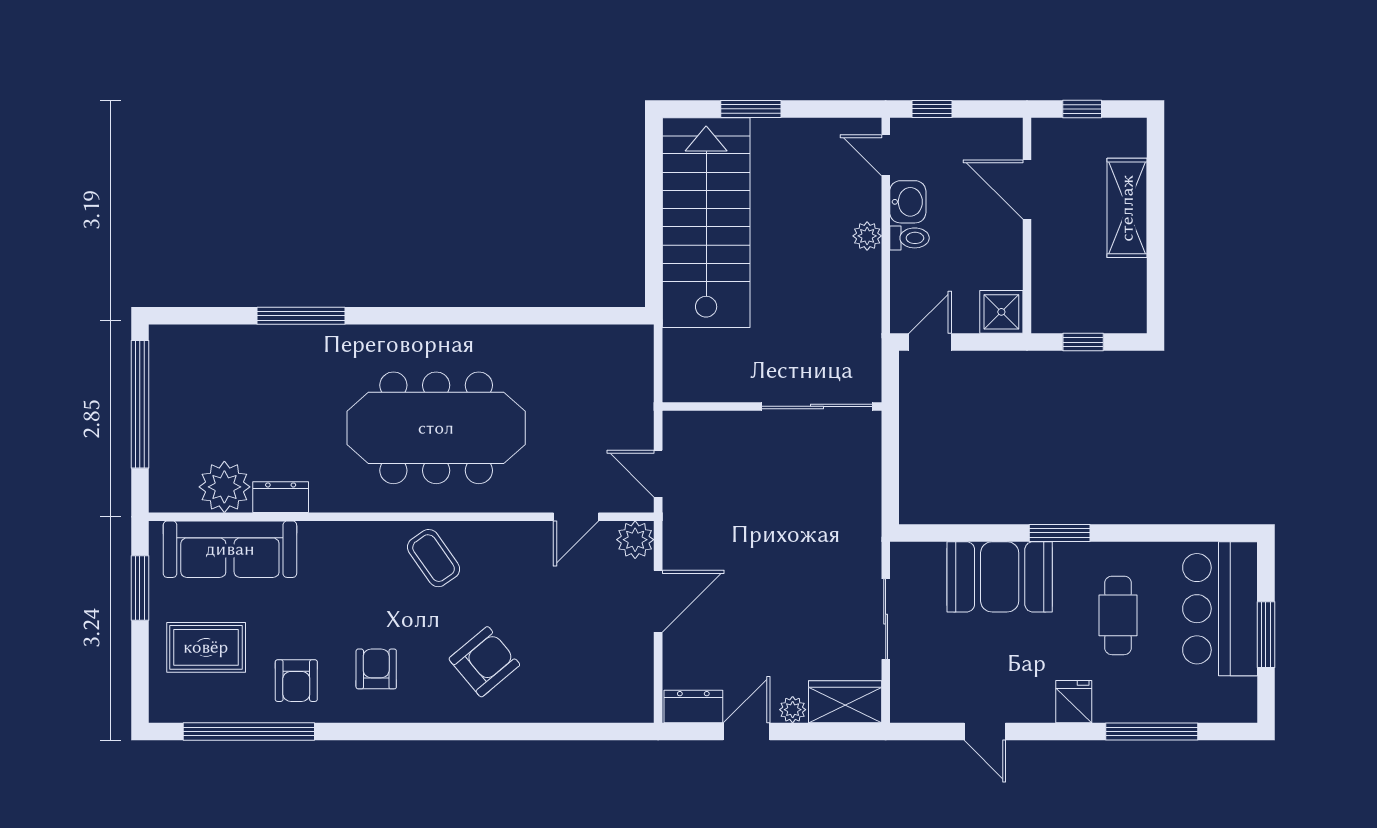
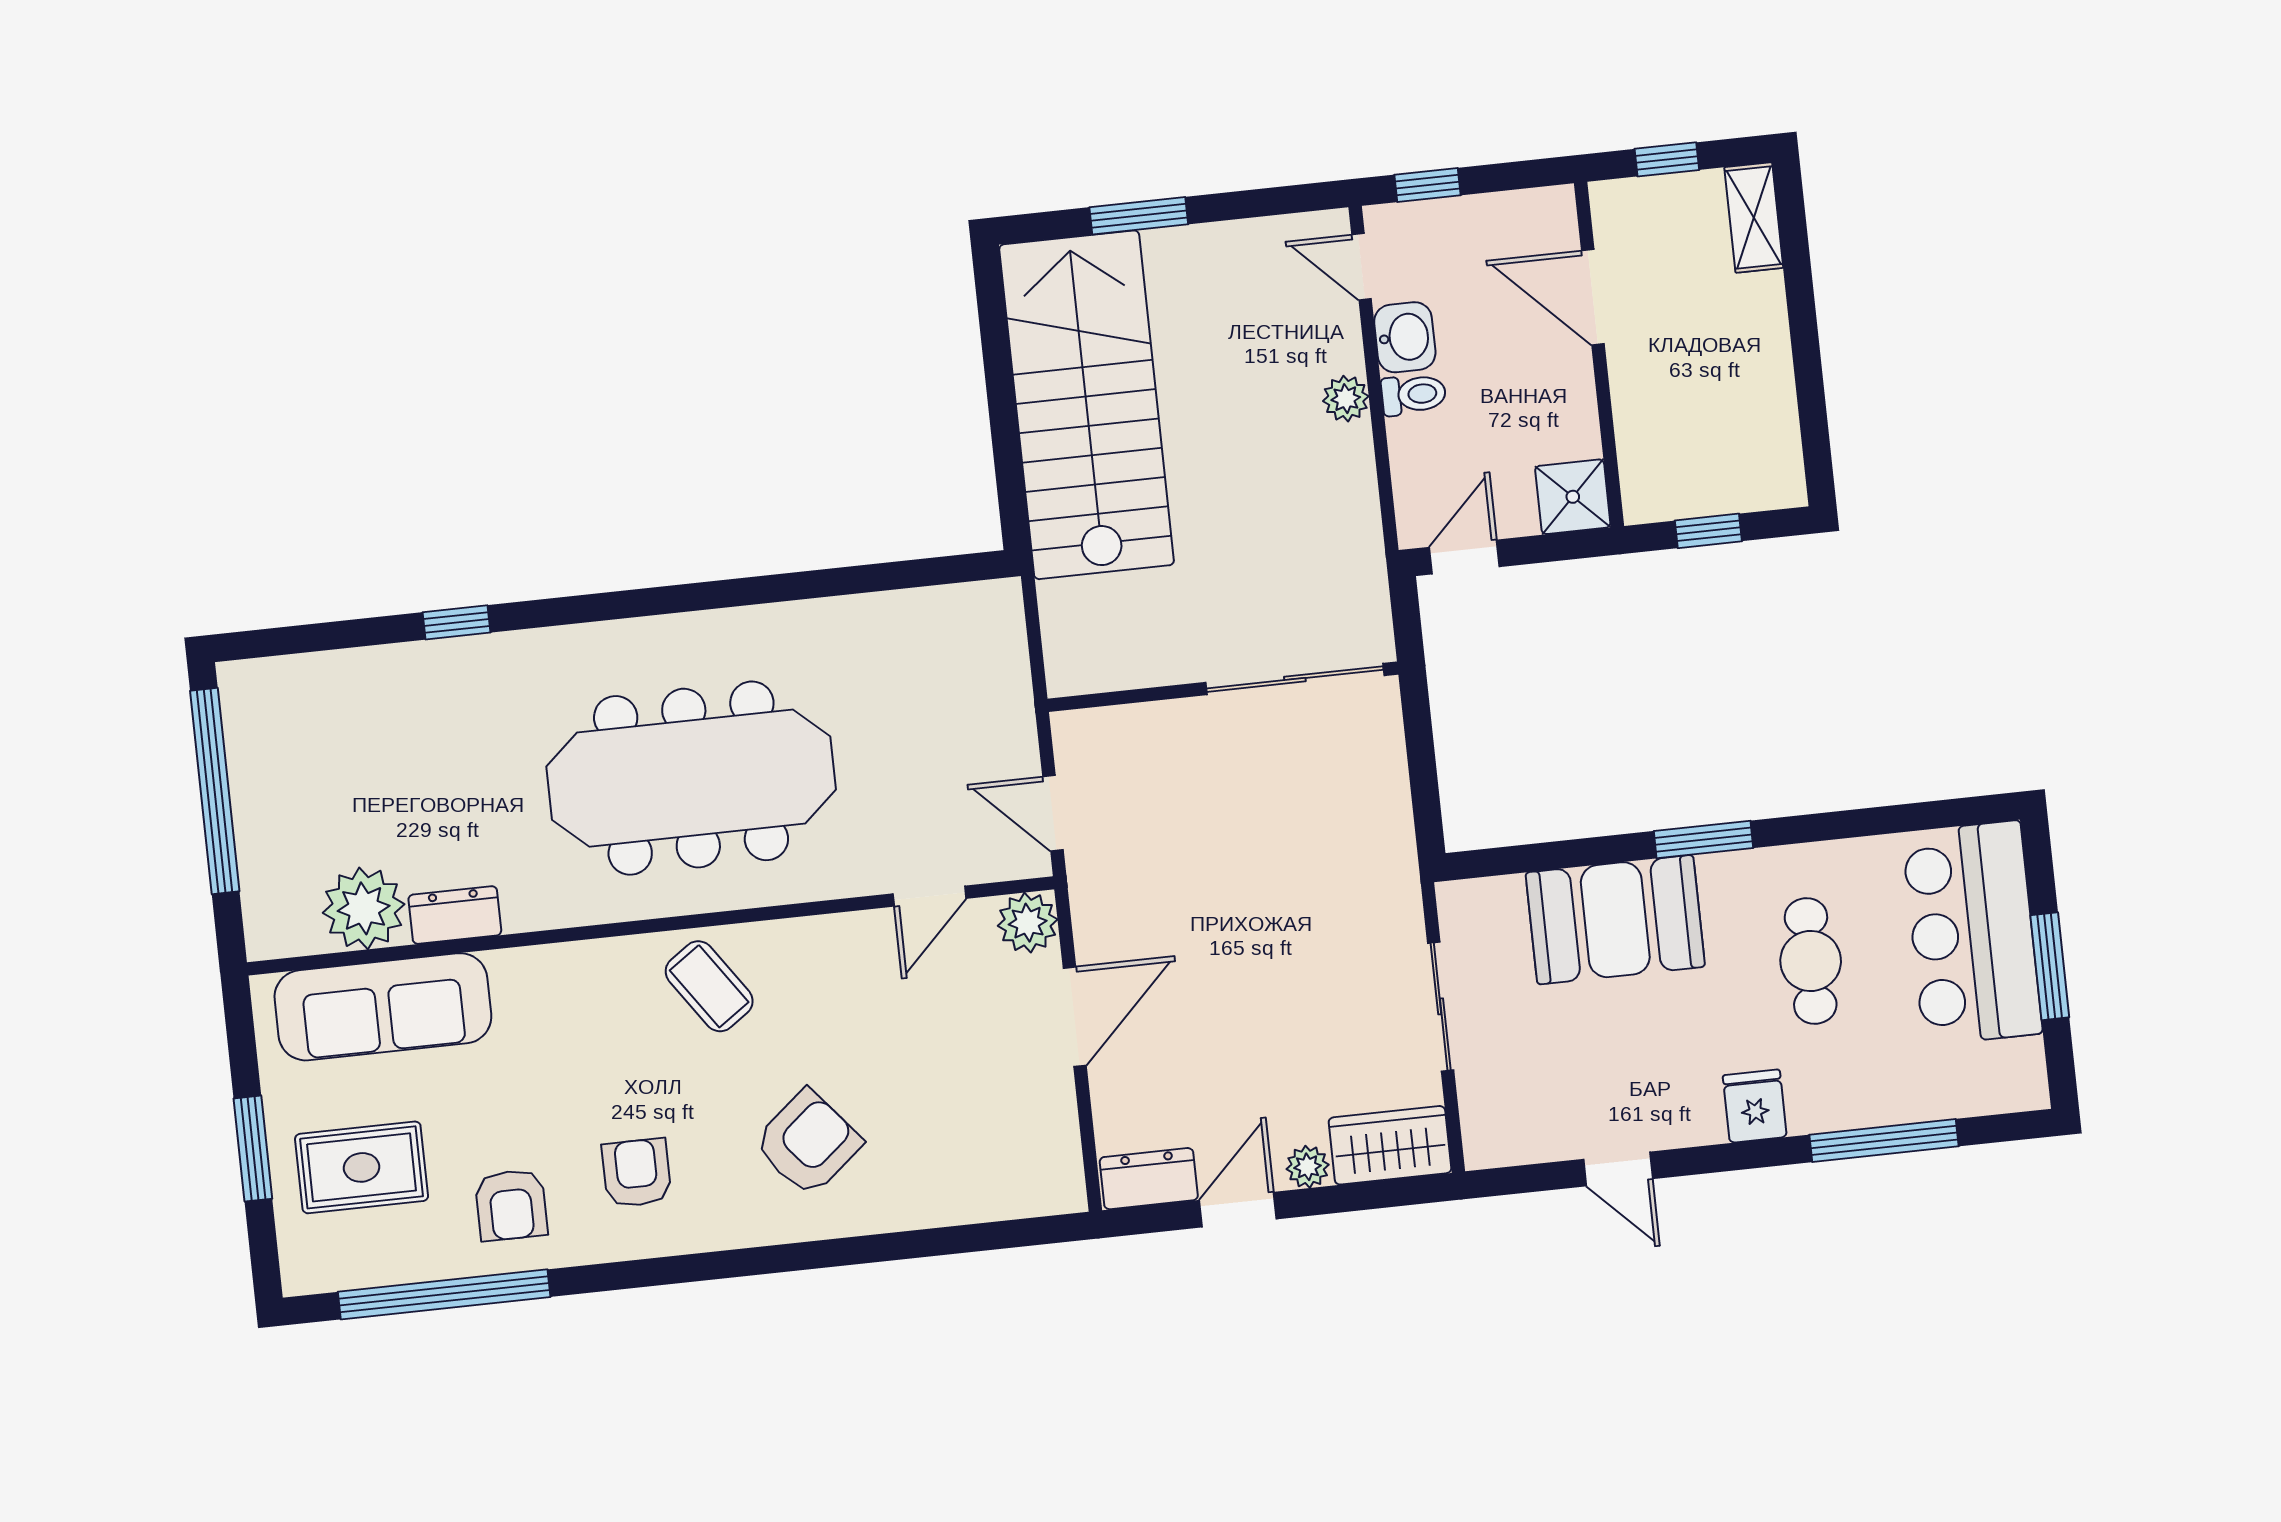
shelving: (1127, 208) -> (1754, 217), moved, width x0.67, depth x0.75
window: (301, 316) -> (456, 622), width x0.46
window: (140, 588) -> (253, 1149), moved

